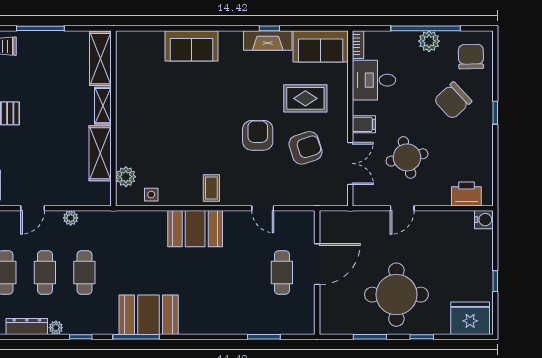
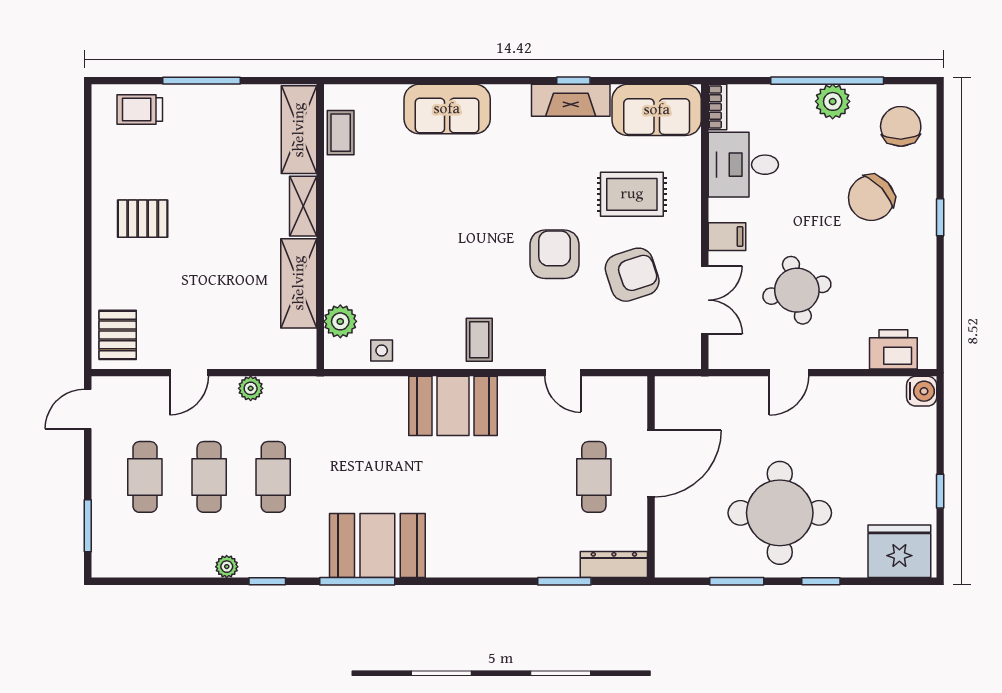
coffee table: (126, 60) -> (341, 133), added
dresser: (27, 326) -> (614, 565), moved

